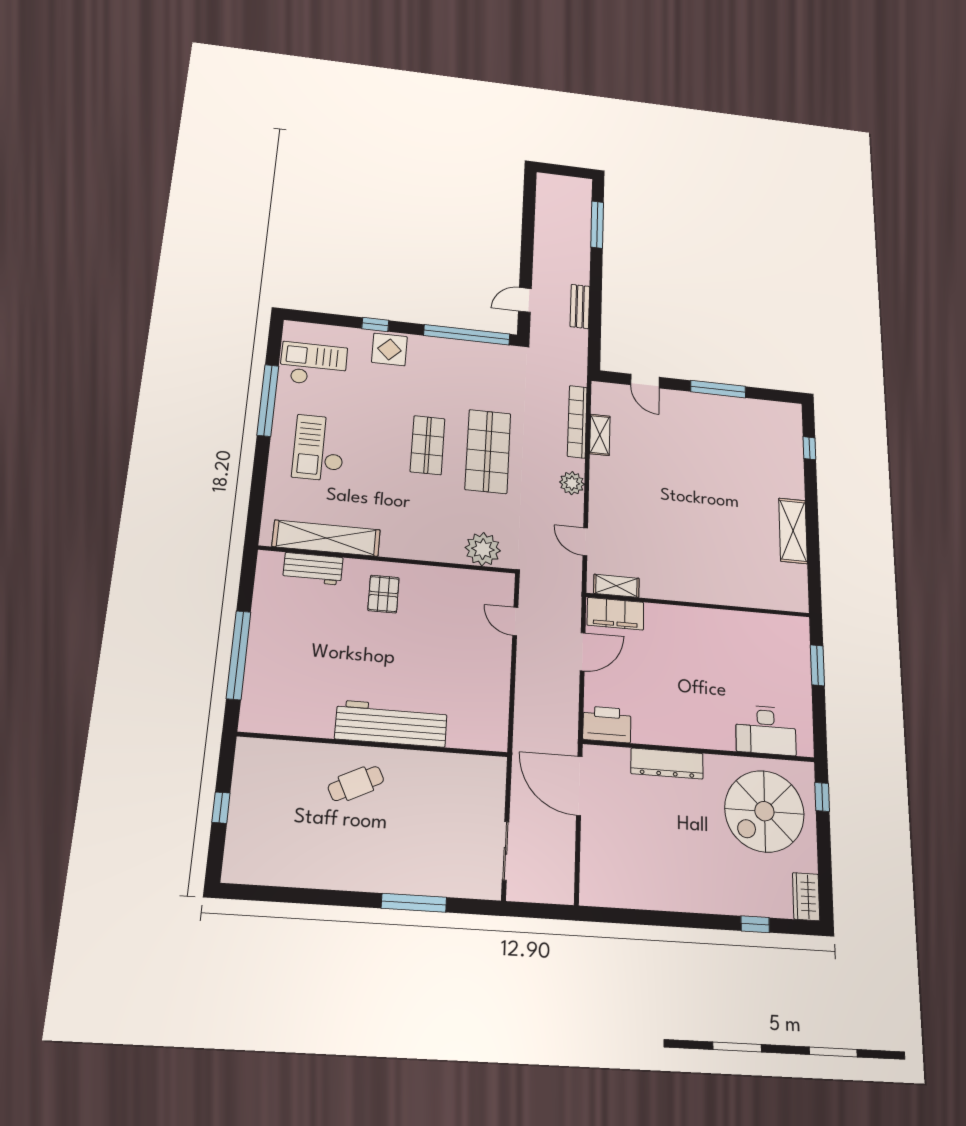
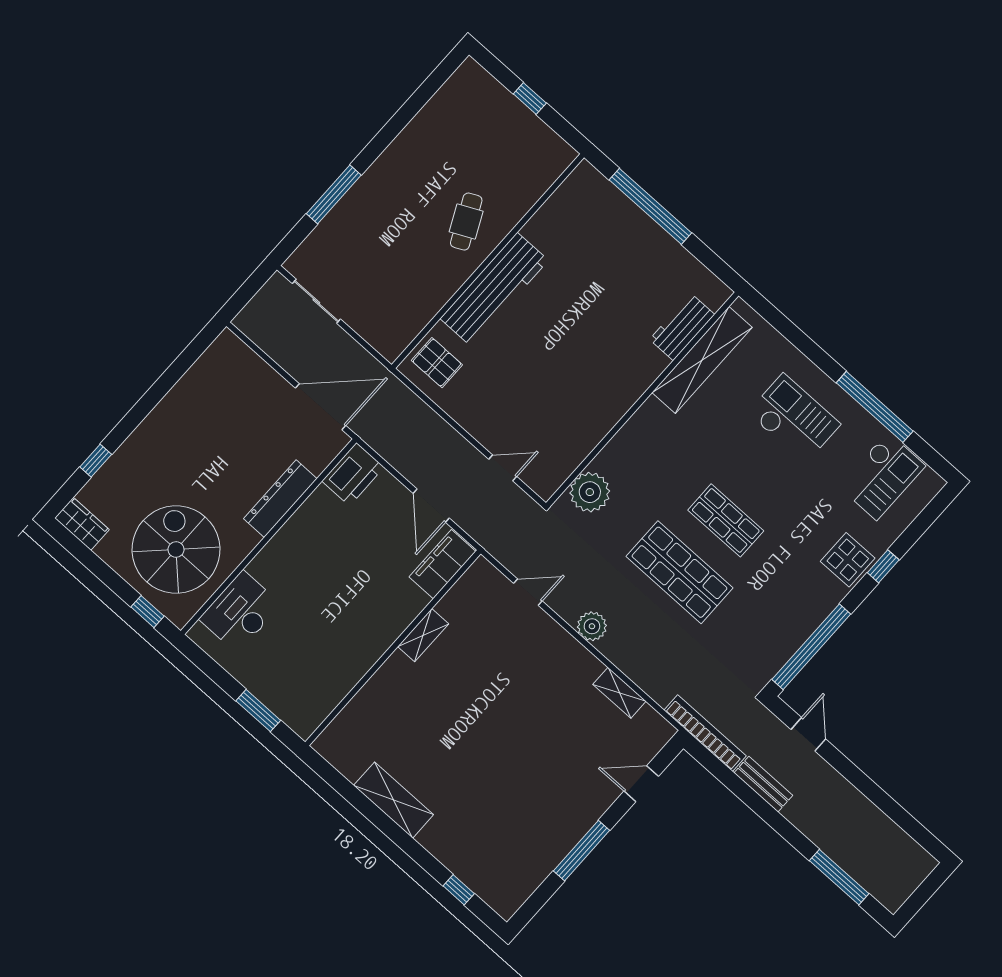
bookcase: (577, 422) -> (705, 733), moved
shelving: (616, 586) -> (423, 635), moved
pallet: (383, 594) -> (437, 363), moved

